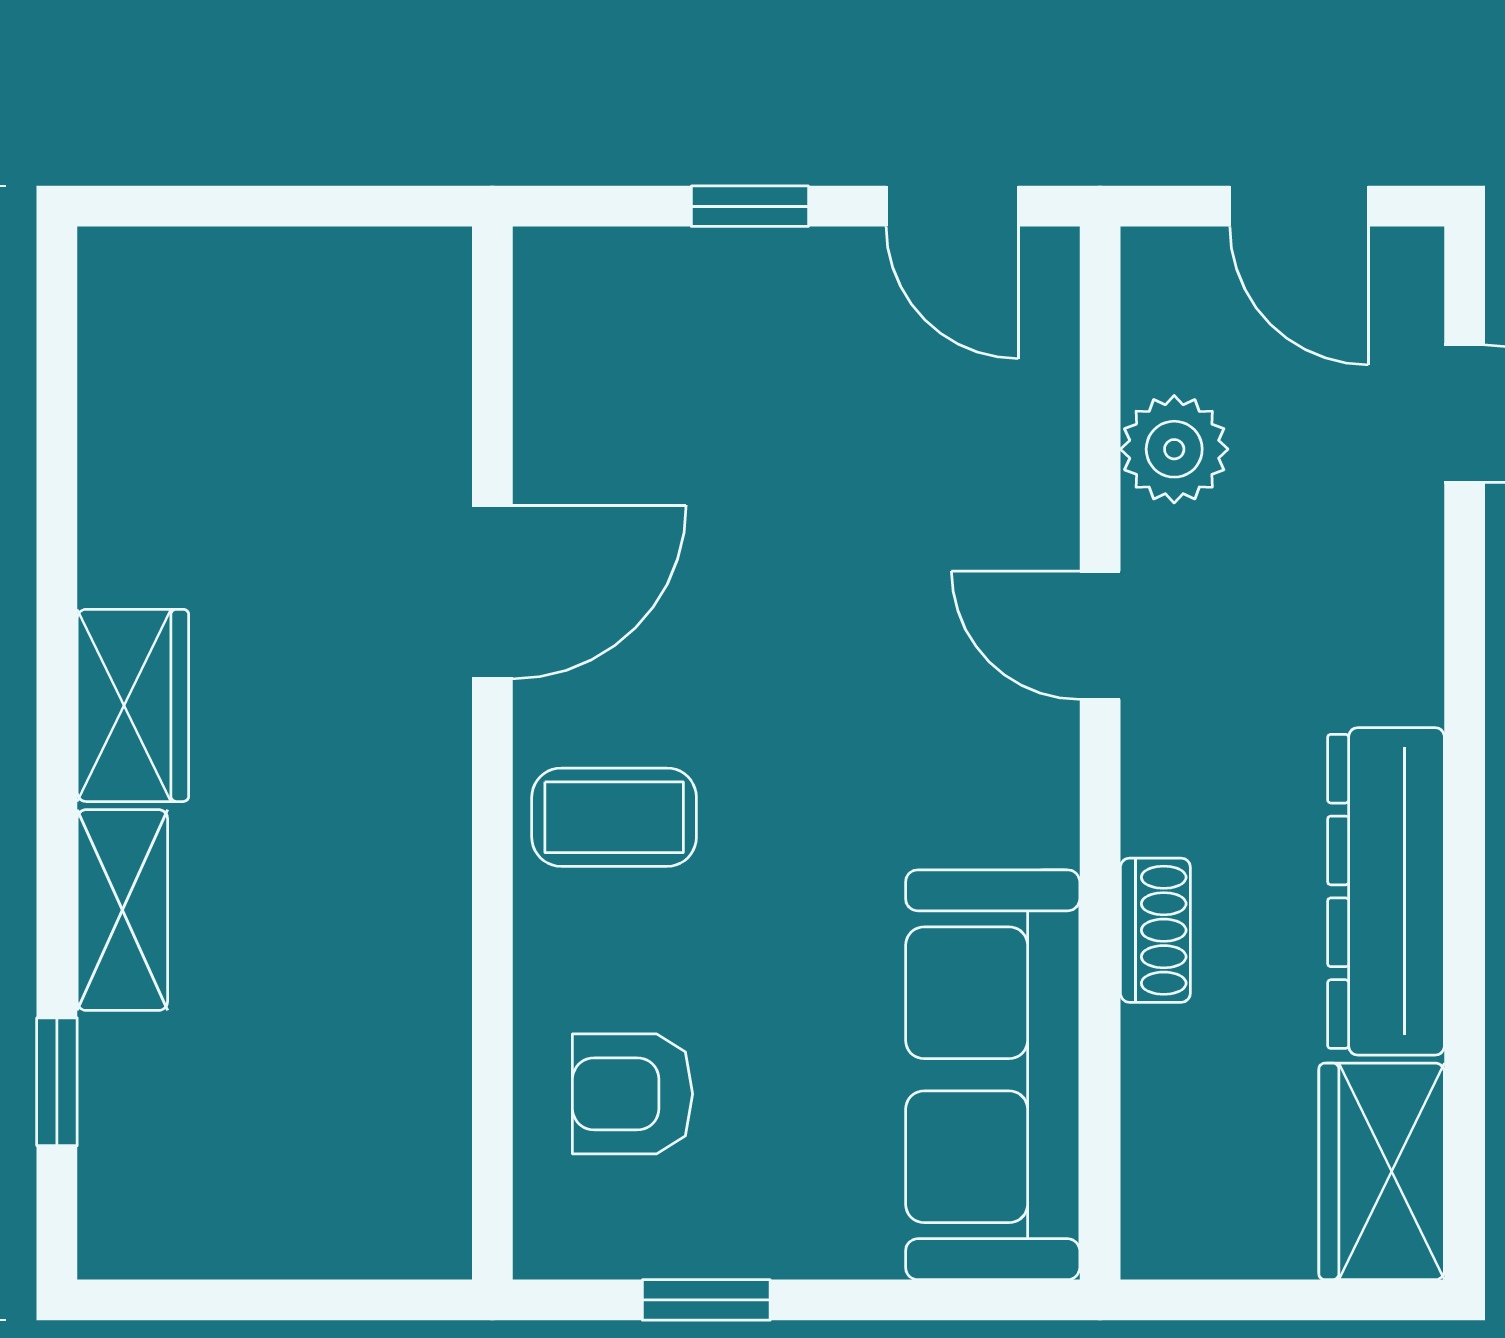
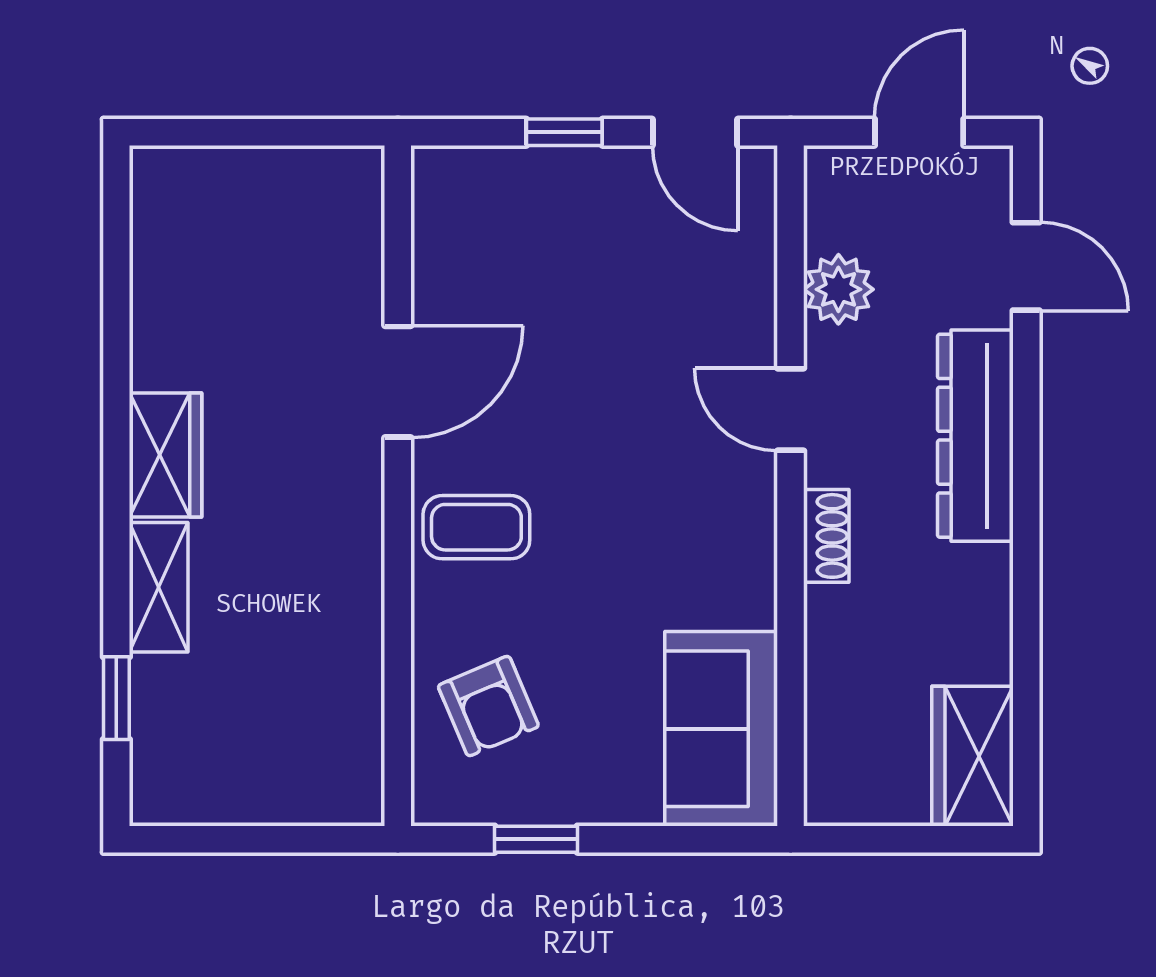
door: (1299, 206) -> (919, 132), swing flipped
dresser: (1386, 891) -> (975, 436), moved
shoe rack: (1155, 930) -> (826, 536), moved
sofa: (993, 1075) -> (721, 729), width x0.73
armchair: (632, 1094) -> (488, 706), turned -113

